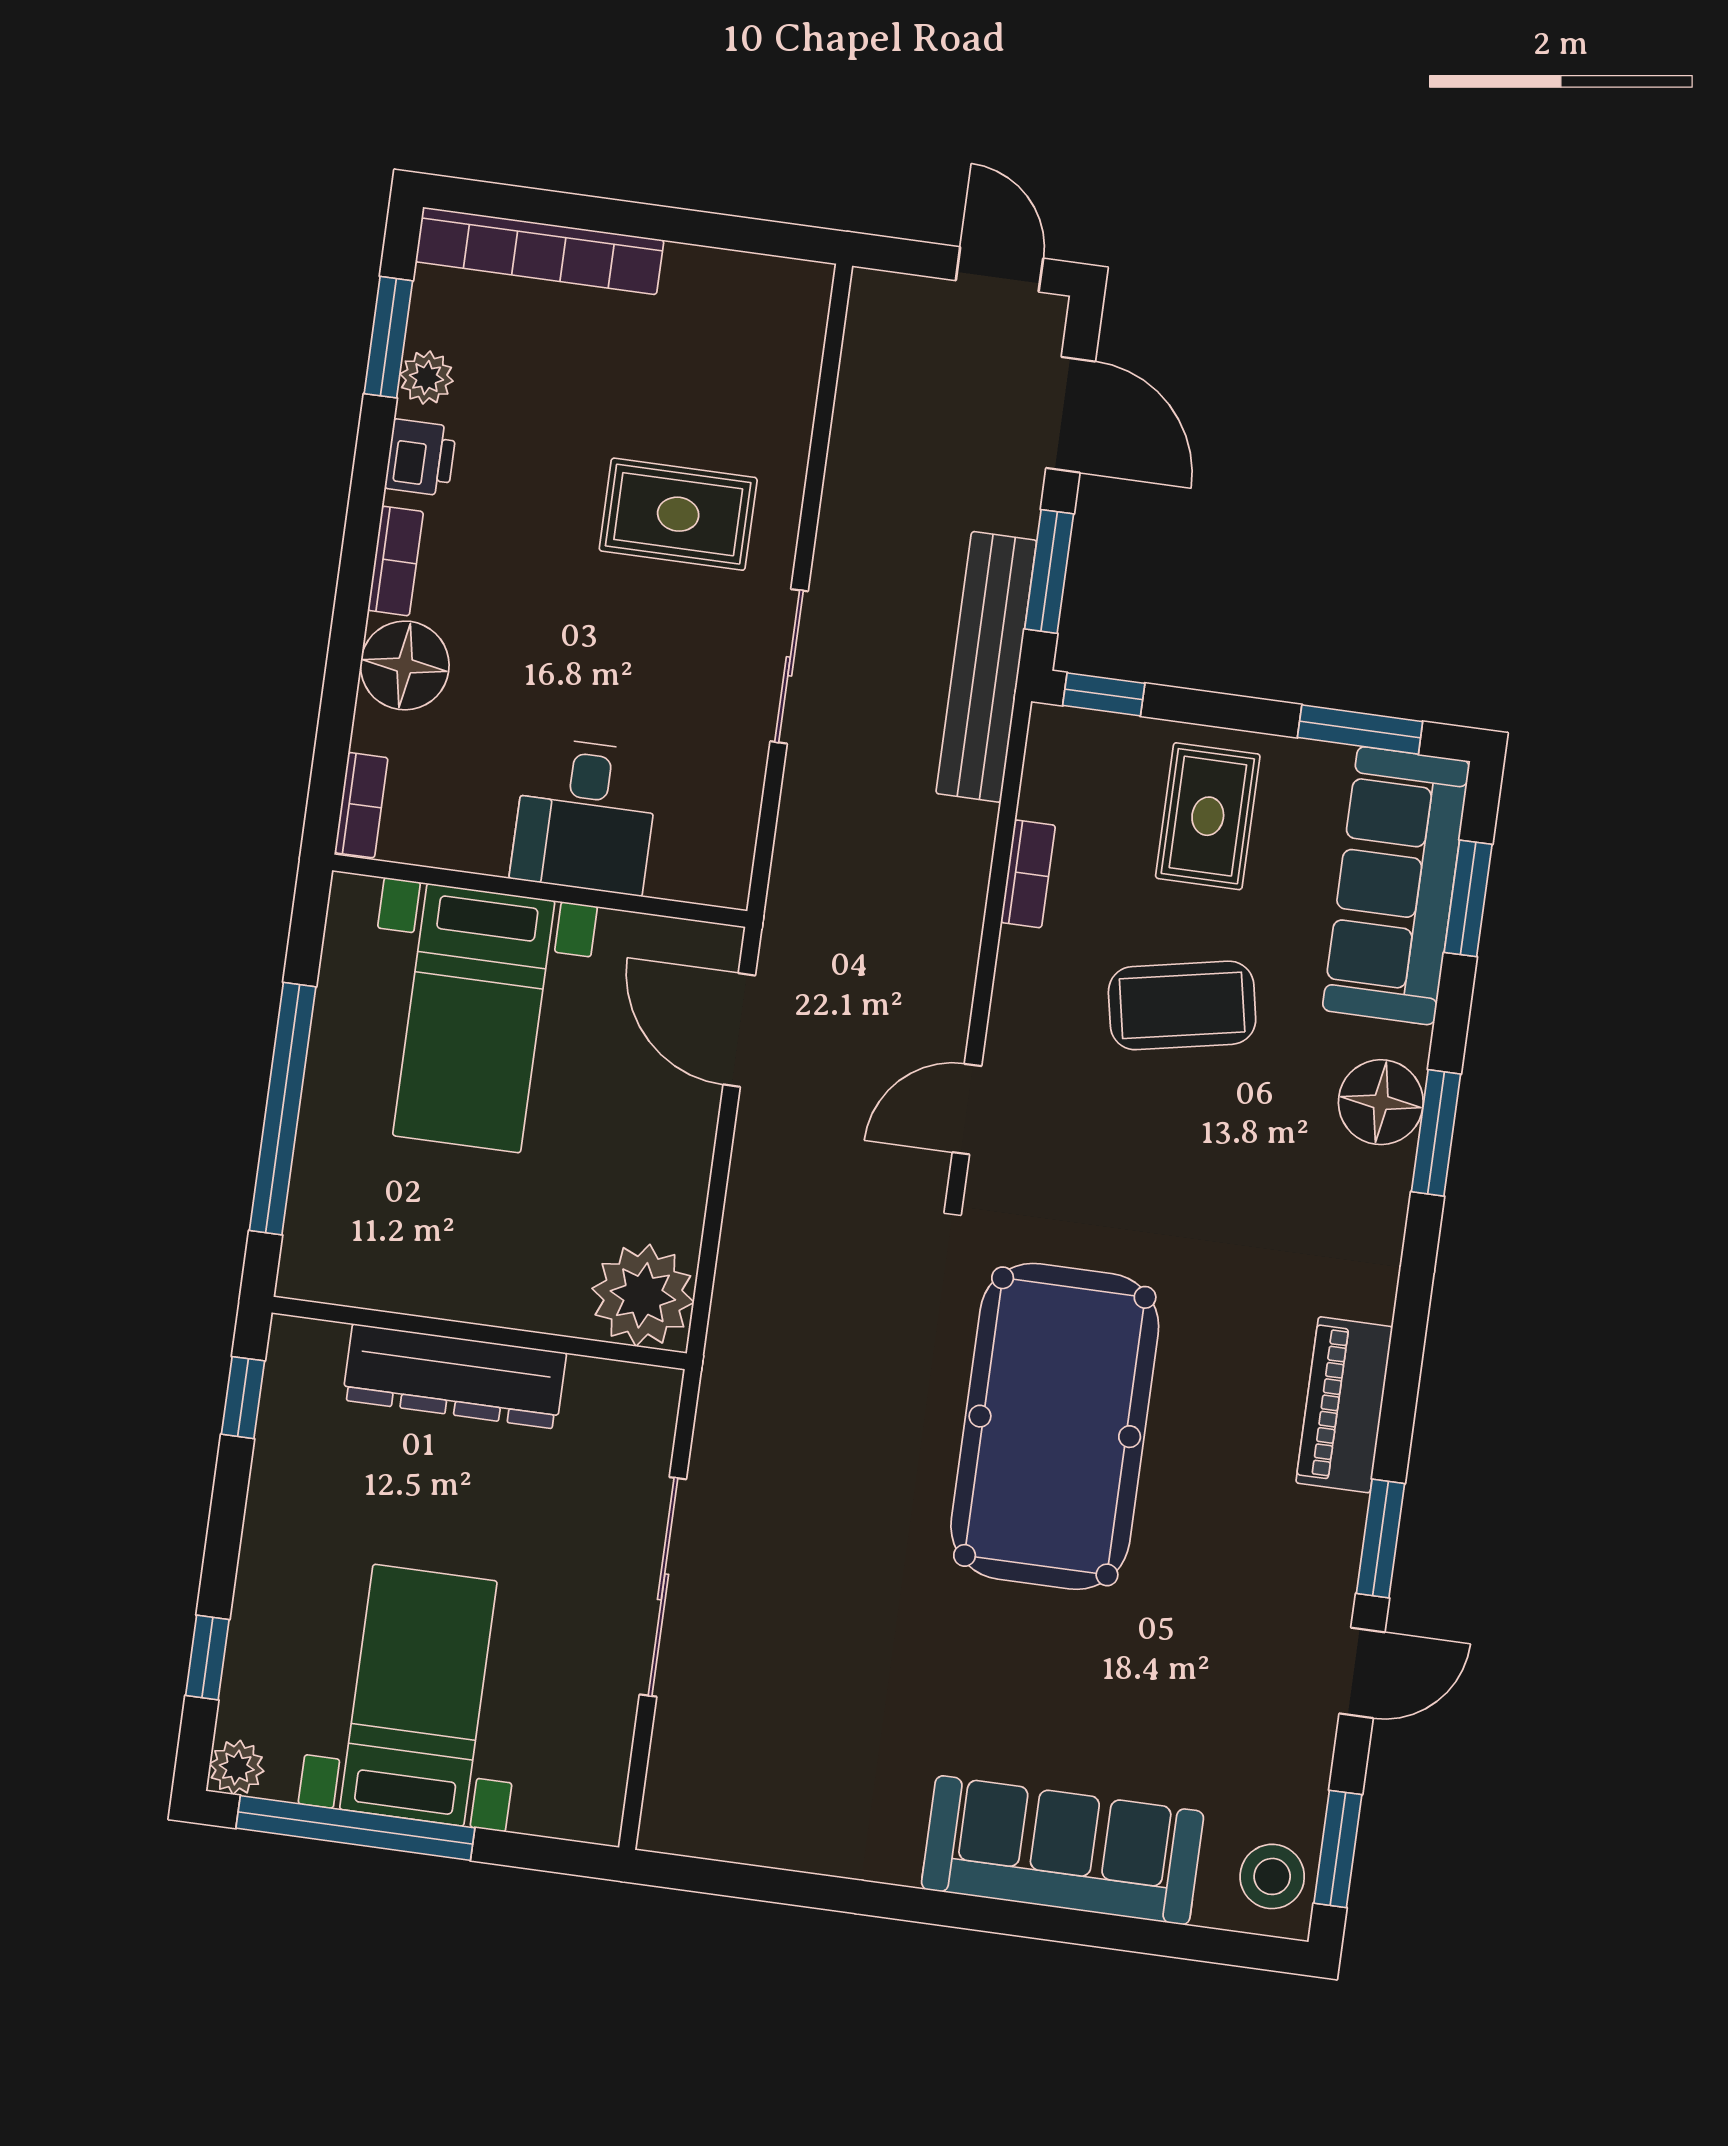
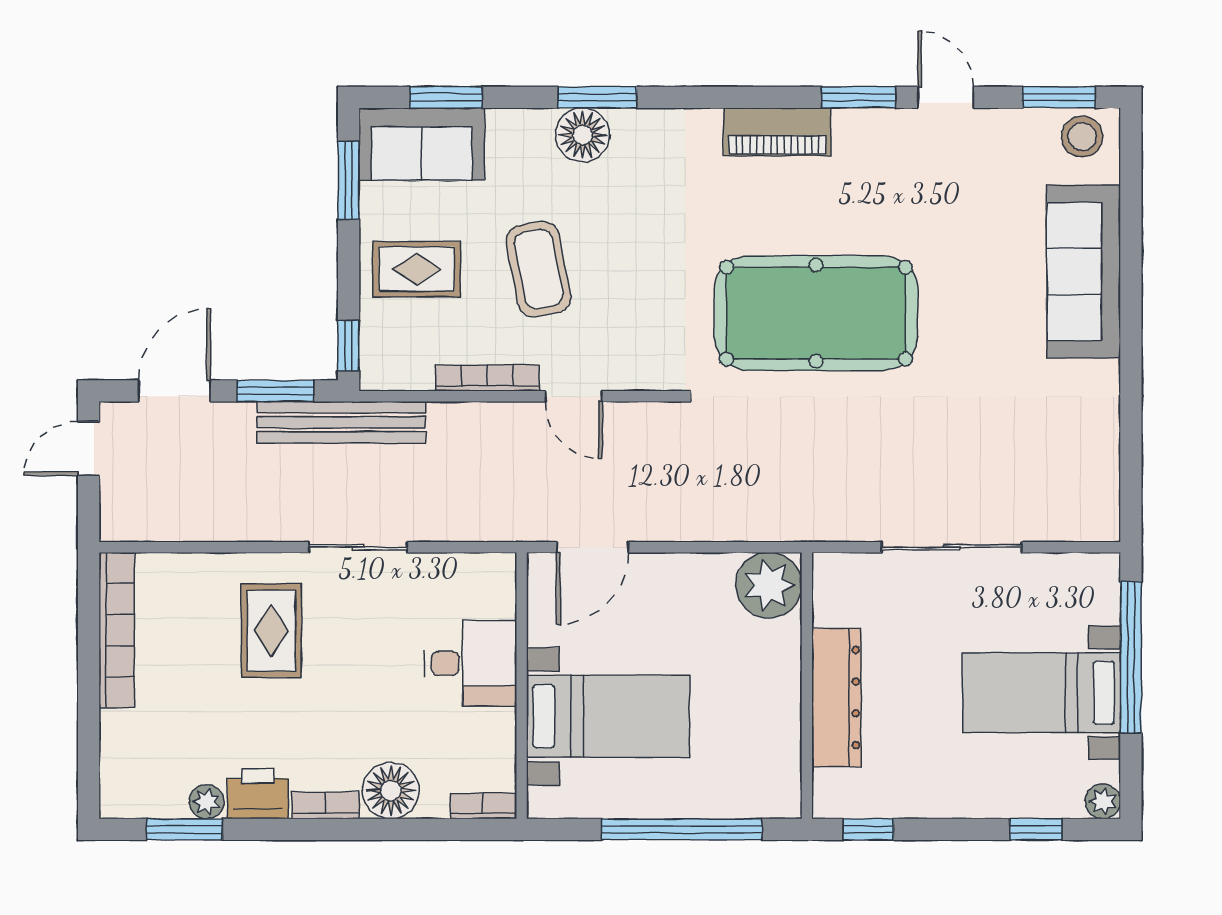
bookcase: (540, 251) -> (117, 630), moved
printer: (421, 458) -> (258, 794), width x1.36, depth x1.24
bookcase: (1028, 874) -> (487, 378), width x1.56
sofa: (1396, 886) -> (422, 144), width x0.73
door: (967, 1109) -> (574, 396), moved
window: (355, 1828) -> (1131, 657), moved

